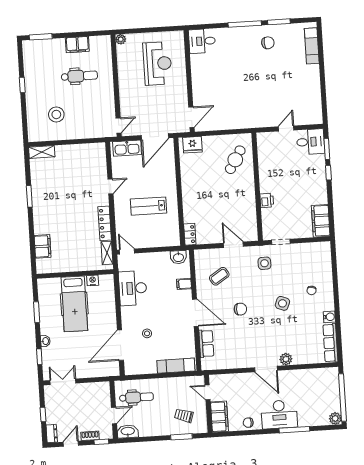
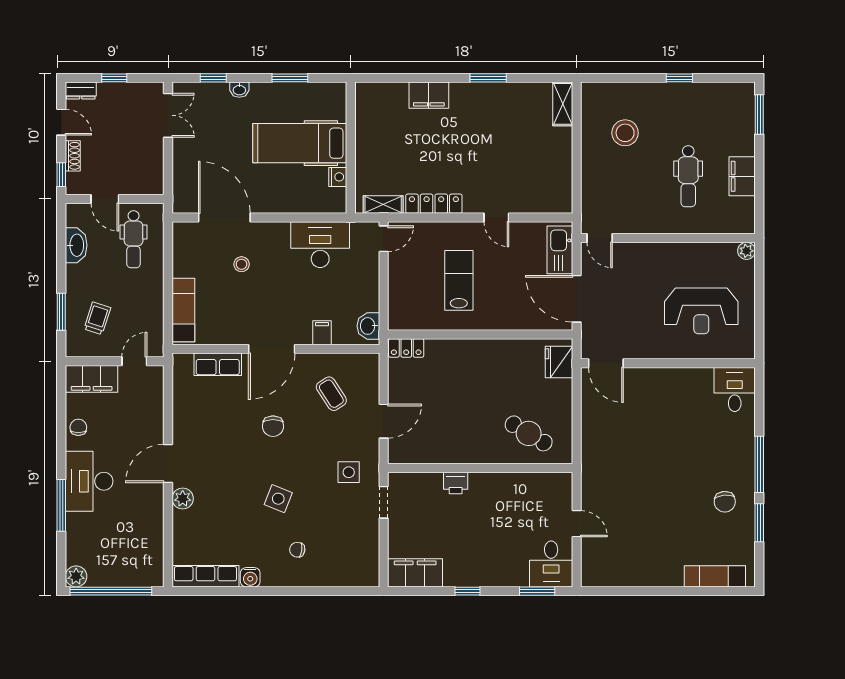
window: (328, 173) -> (467, 591), moved
filing cabinet: (43, 246) -> (429, 95), moved
washbasin: (128, 431) -> (76, 245), moved

